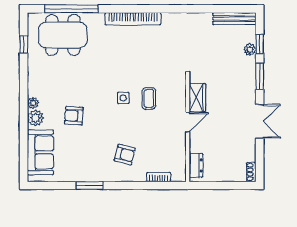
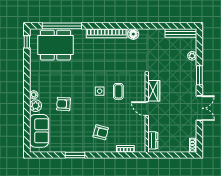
floor lamp: (169, 20) -> (133, 34), added
window: (260, 44) -> (199, 52), removed
window: (24, 45) -> (27, 42), moved
door: (188, 122) -> (147, 109), swing flipped

